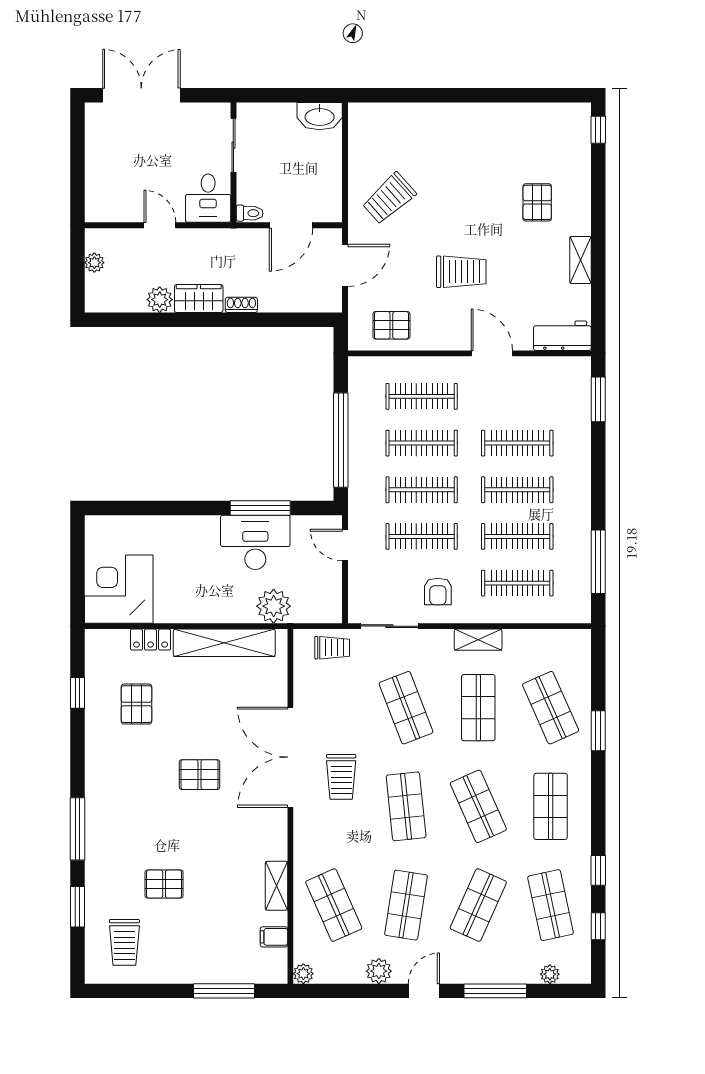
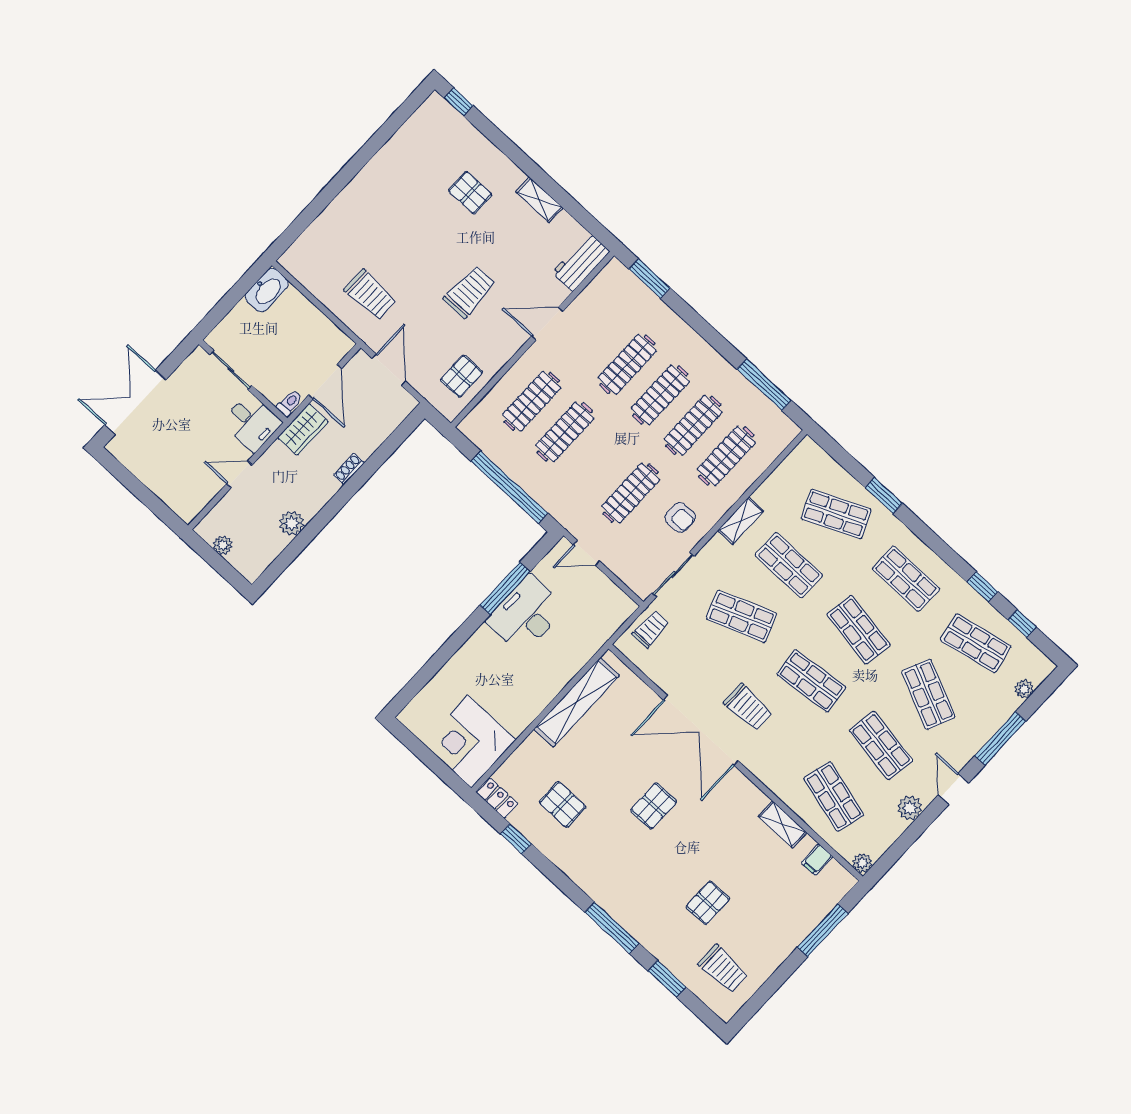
trolley: (389, 198) -> (370, 295), turned -48
wardrobe: (199, 299) -> (303, 430), moved, turned 180
clothes rail: (422, 490) -> (598, 462), removed
plant: (274, 606) -> (583, 643), removed
locker: (151, 640) -> (497, 798), moved, turned -90
shop shelf: (478, 806) -> (859, 630), turned 33
shop shelf: (334, 905) -> (834, 797), turned 39

